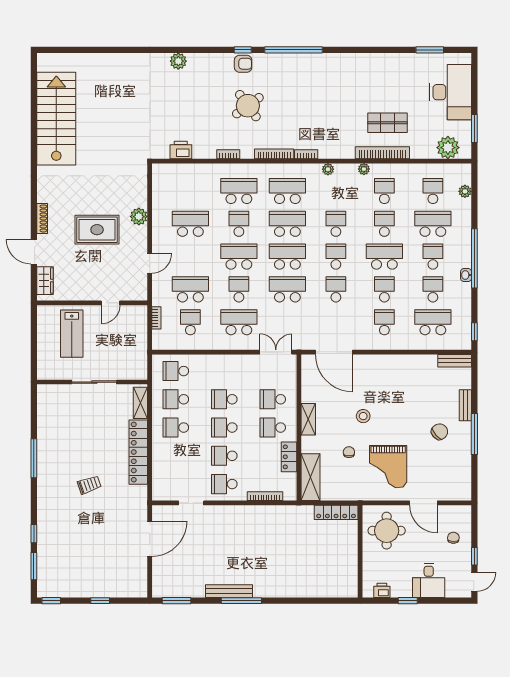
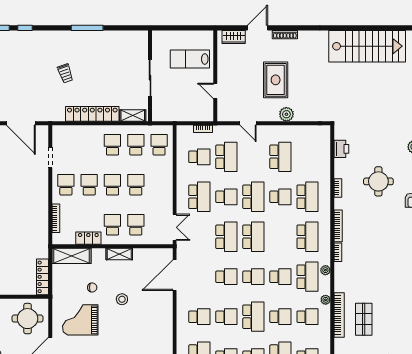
round table: (248, 106) -> (378, 181), moved, turned 36
school desk: (287, 224) -> (307, 277), moved

